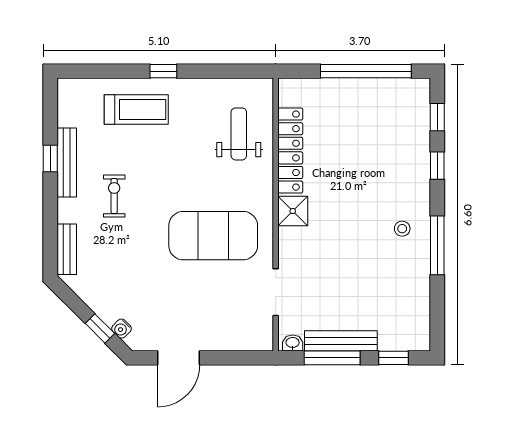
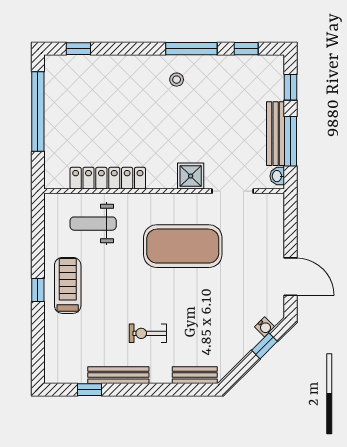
treadmill: (136, 110) -> (68, 285), moved
window: (50, 158) -> (89, 390), moved
window: (437, 166) -> (246, 49), moved
shower: (293, 211) -> (191, 176), moved
exercise mat: (213, 236) -> (183, 246), turned 90

